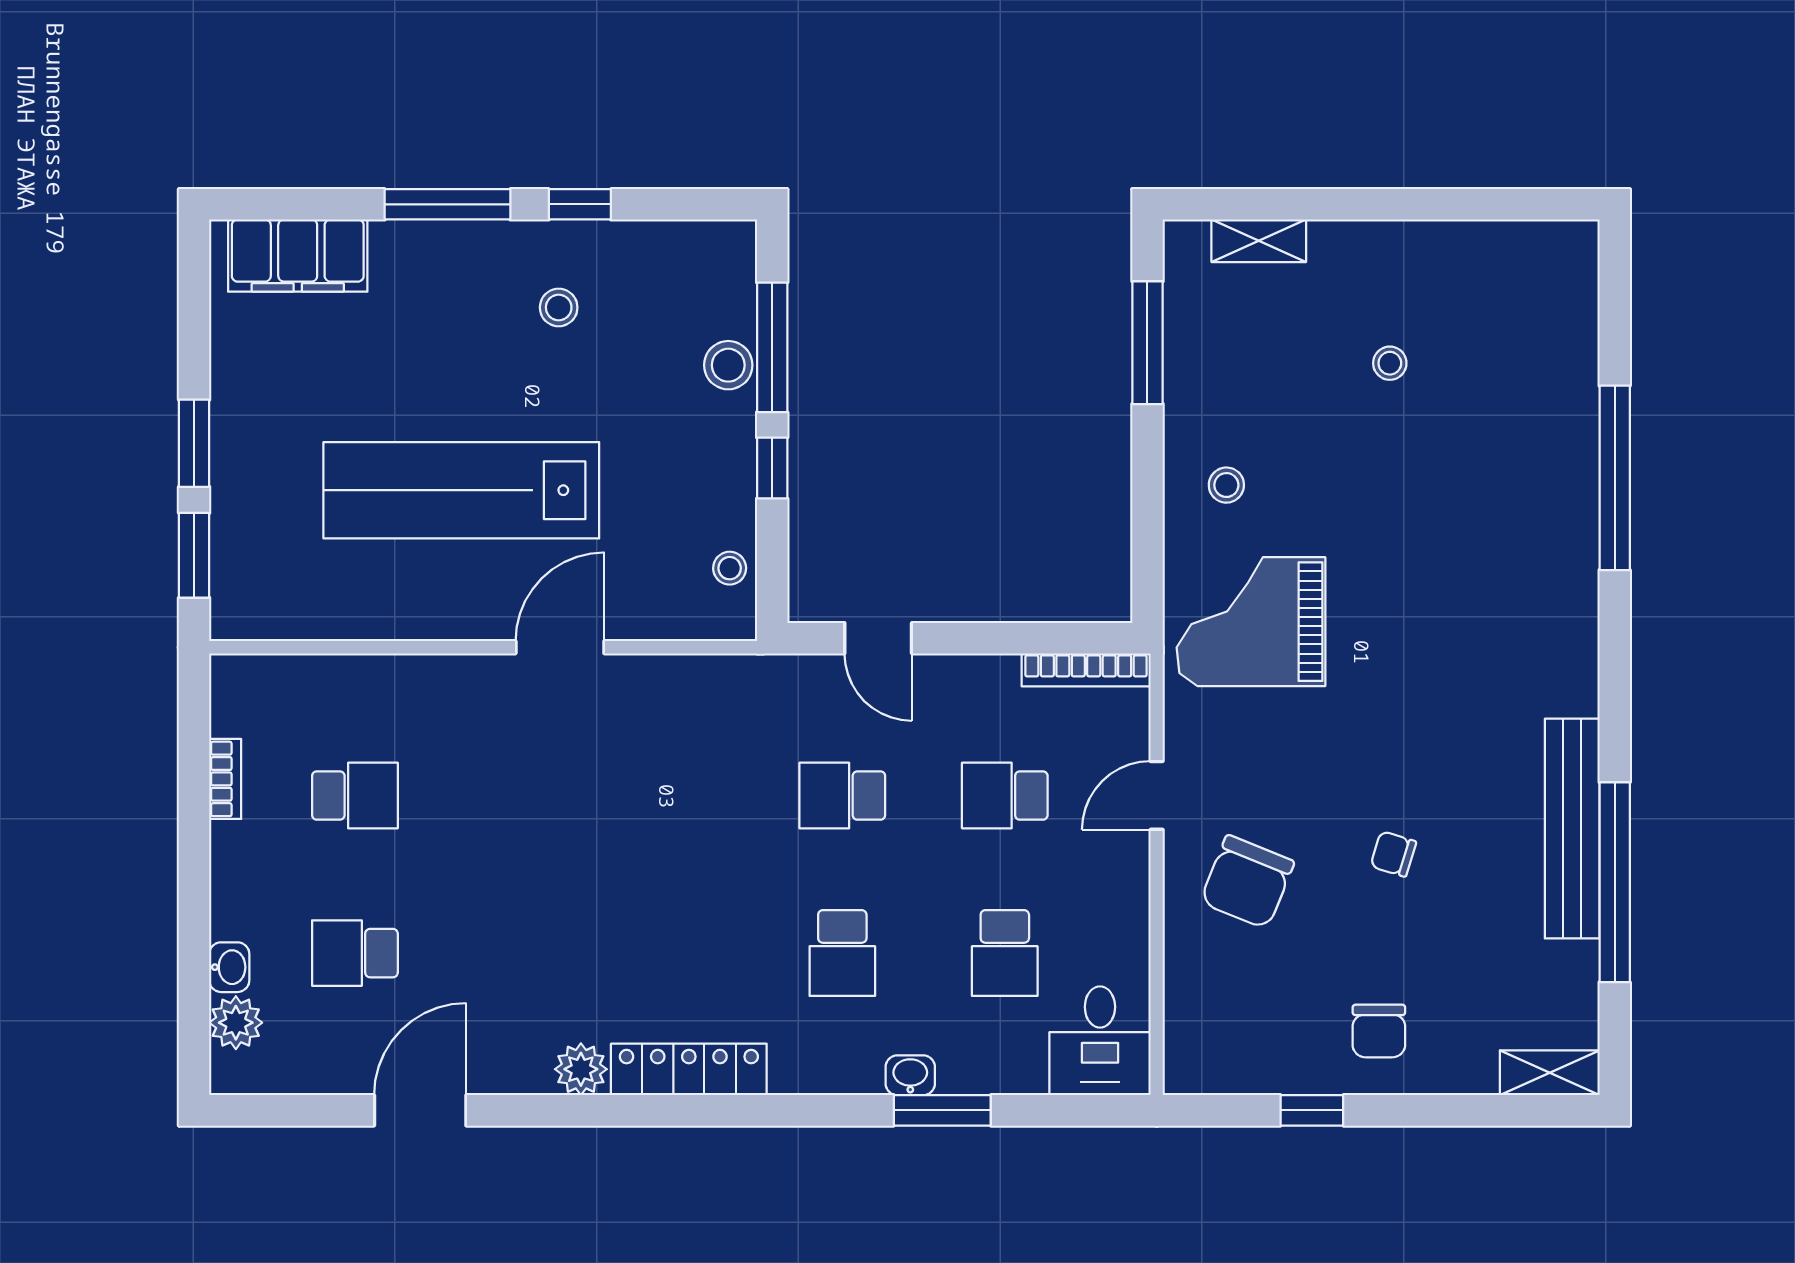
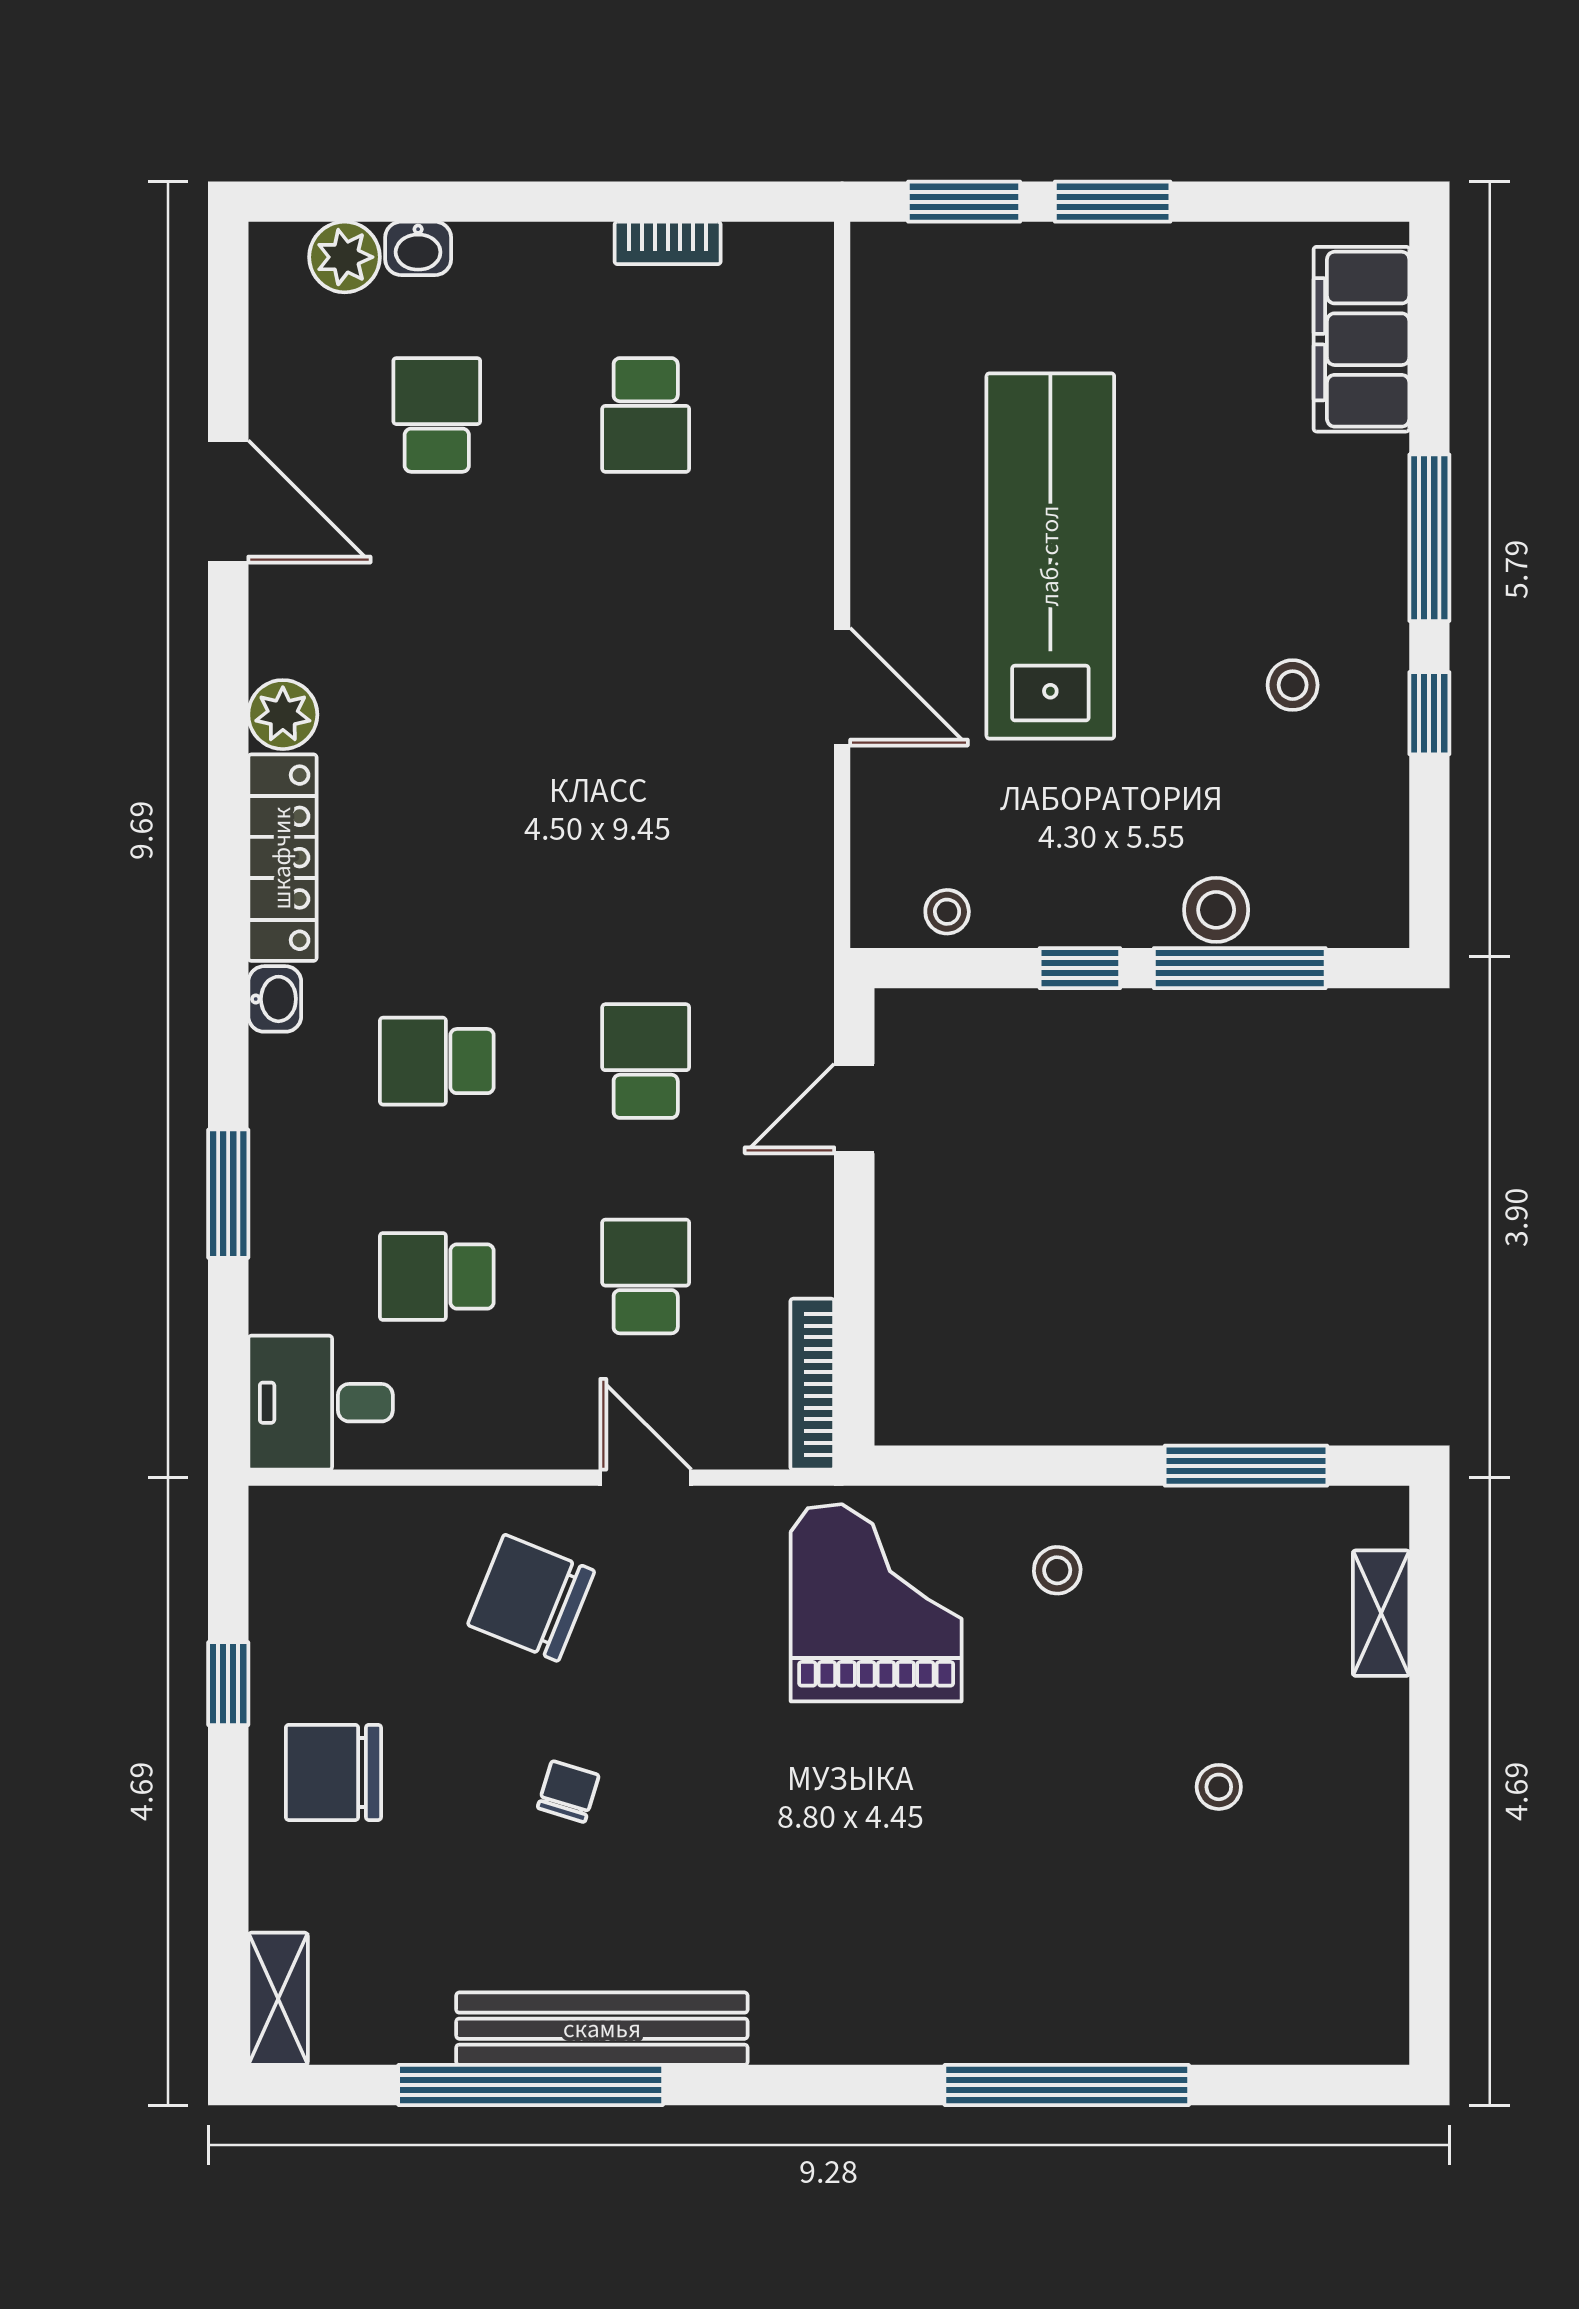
chair: (1379, 1031) -> (333, 1772), width x1.37, depth x1.37
washbasin: (910, 1075) -> (275, 999), moved

